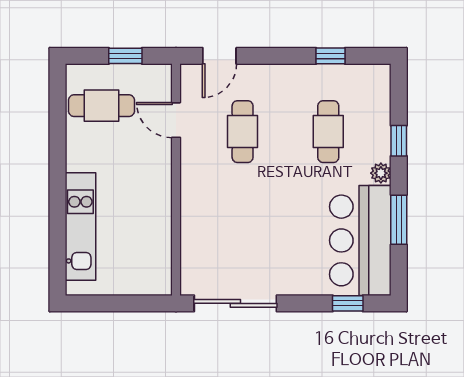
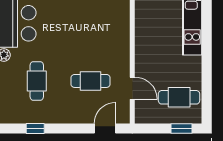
window: (125, 56) -> (181, 128), moved
cafe table: (243, 132) -> (91, 81), turned 90

